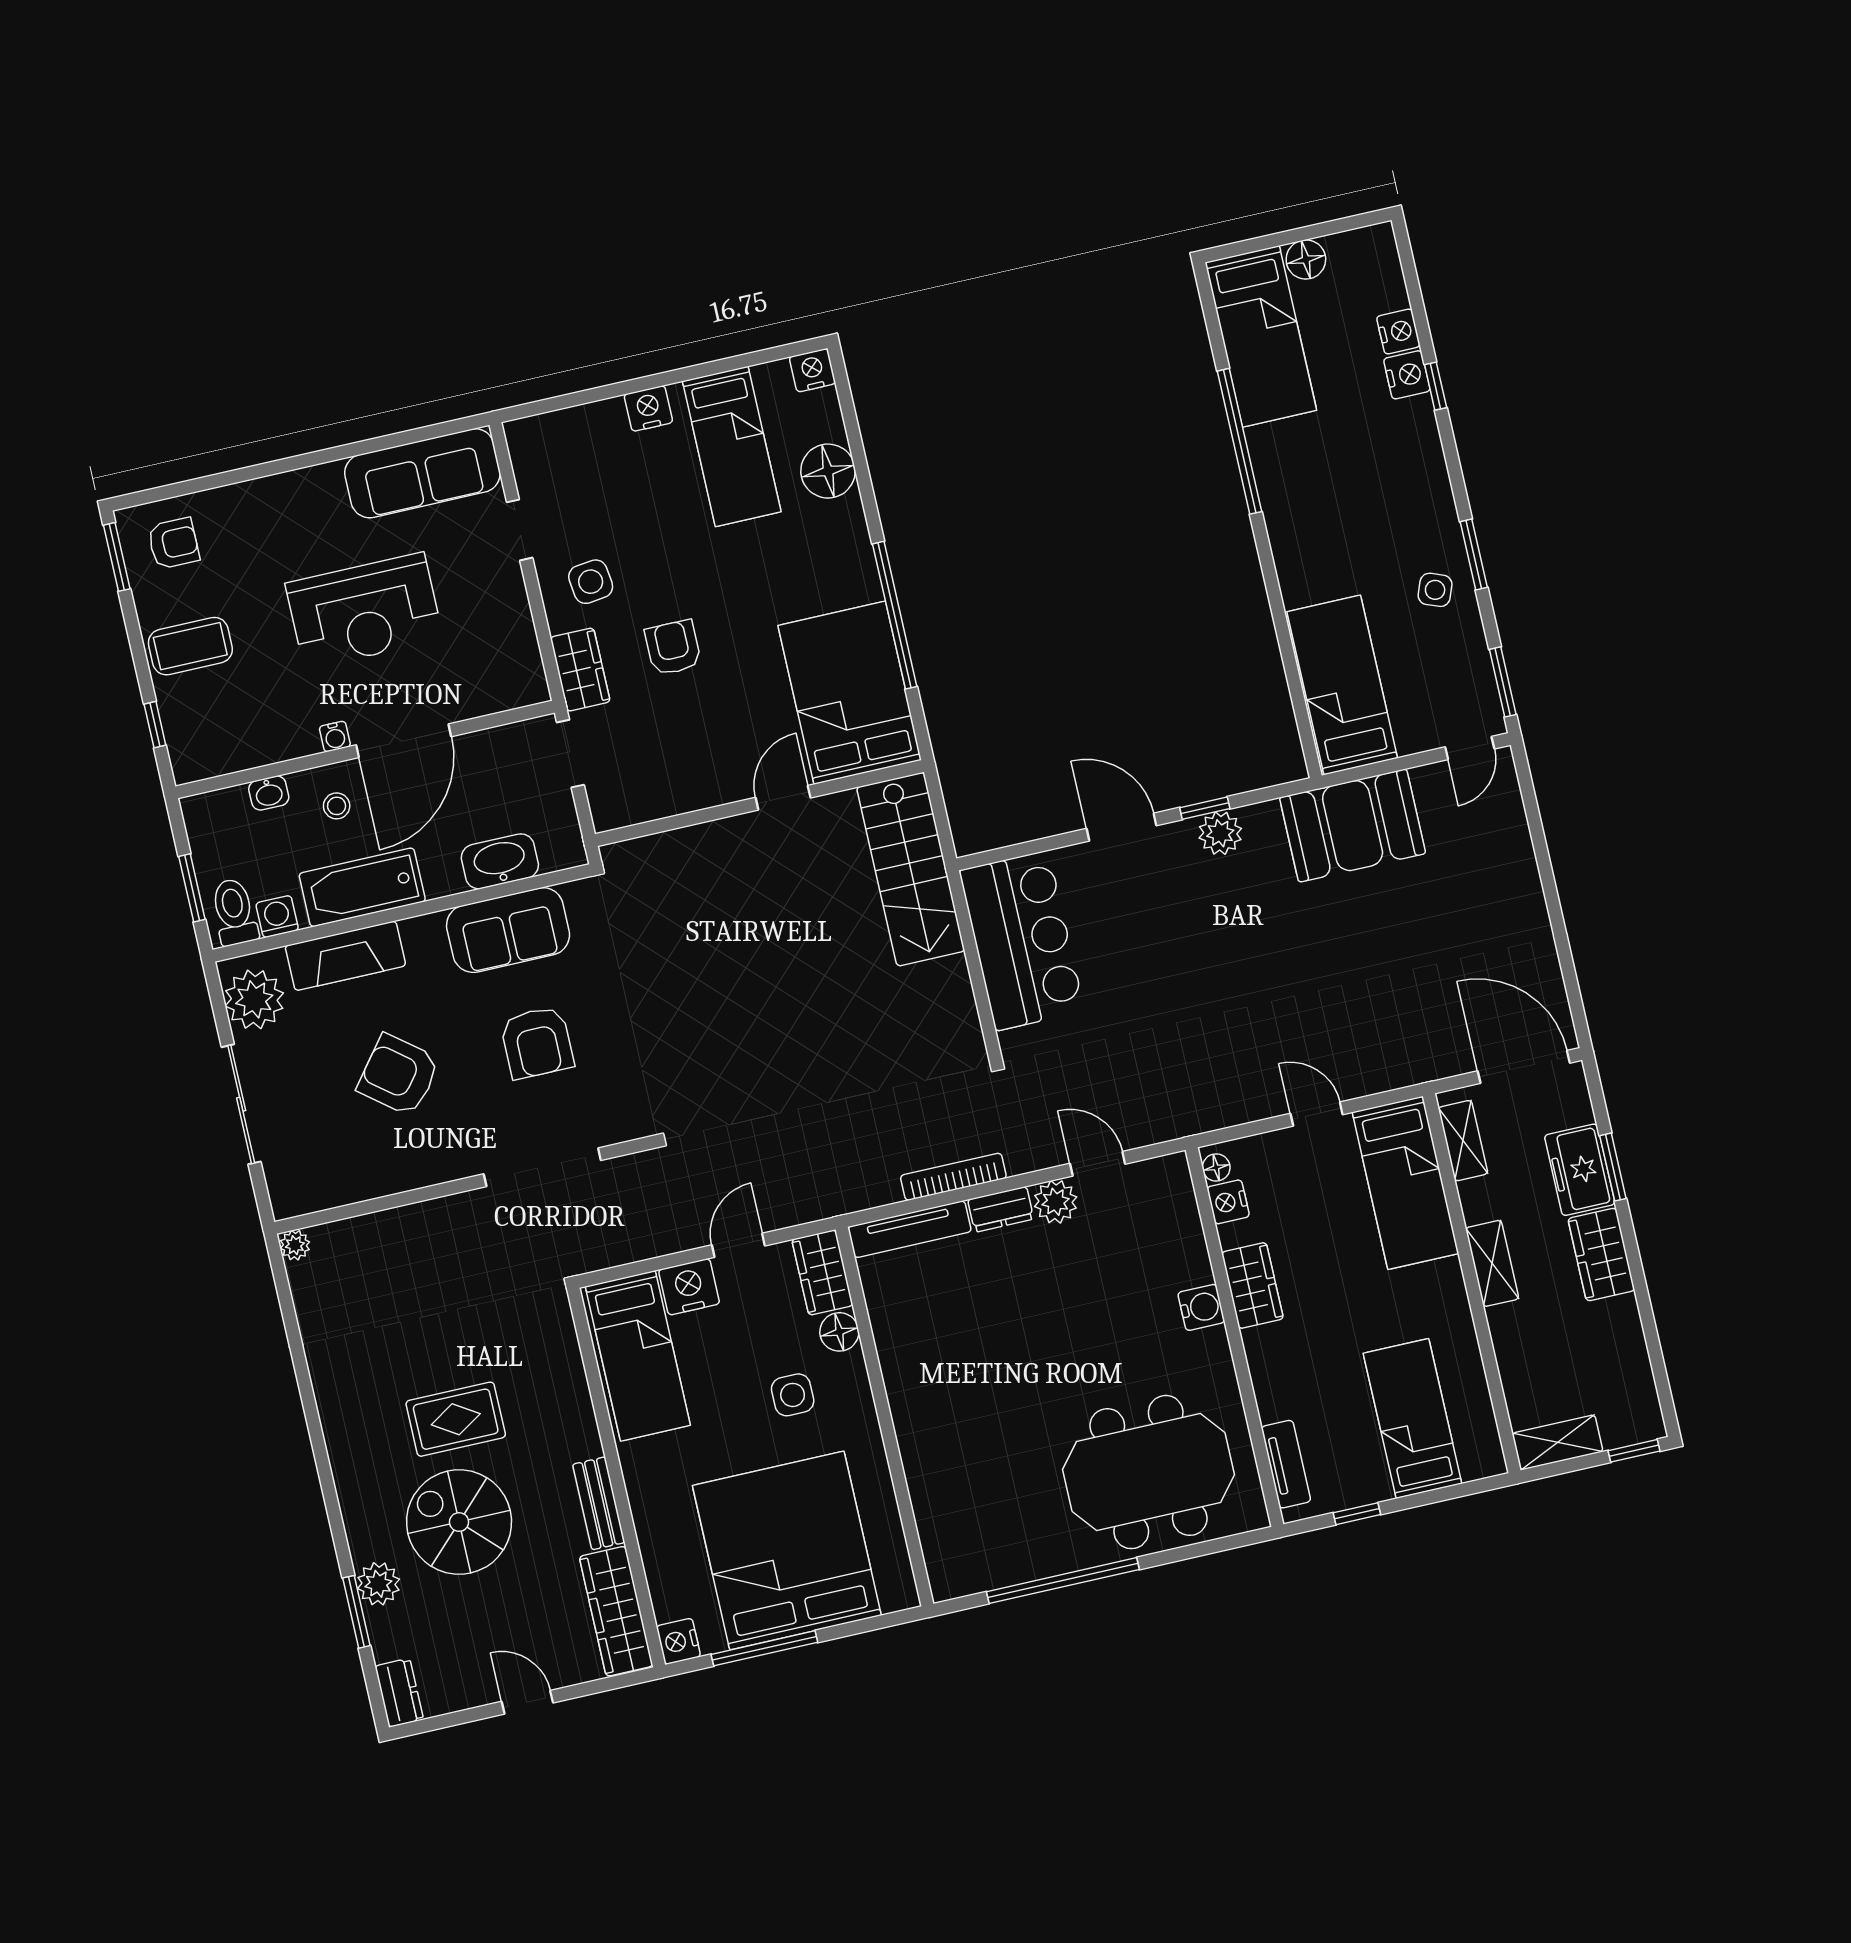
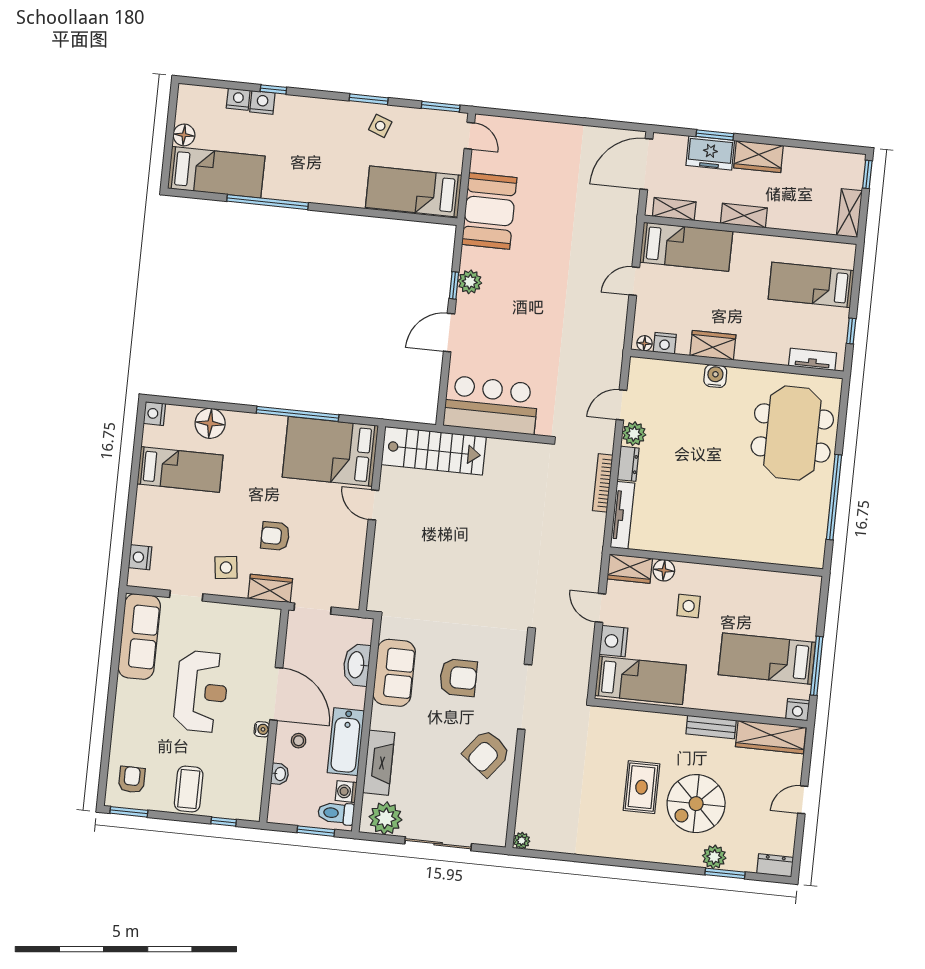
nightstand: (648, 408) -> (140, 557), moved
armchair: (399, 1075) -> (487, 753), moved
bed: (787, 1550) -> (767, 659), width x0.49

